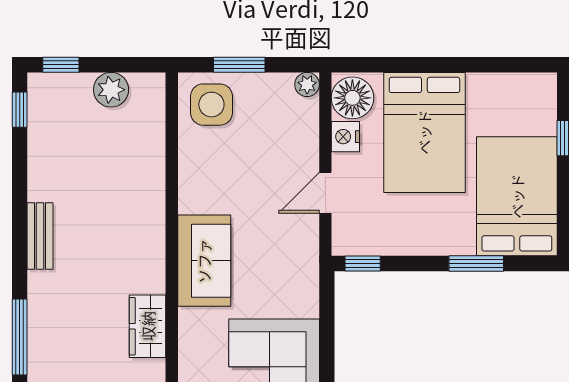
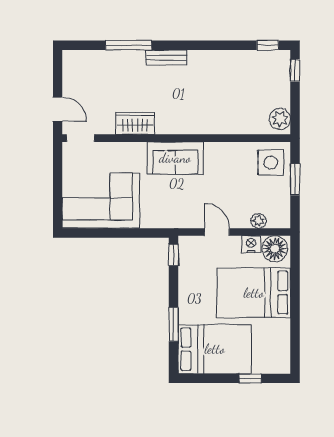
plant: (307, 84) -> (258, 221), moved
plant: (111, 90) -> (280, 119), moved
bench: (40, 236) -> (166, 58), moved

